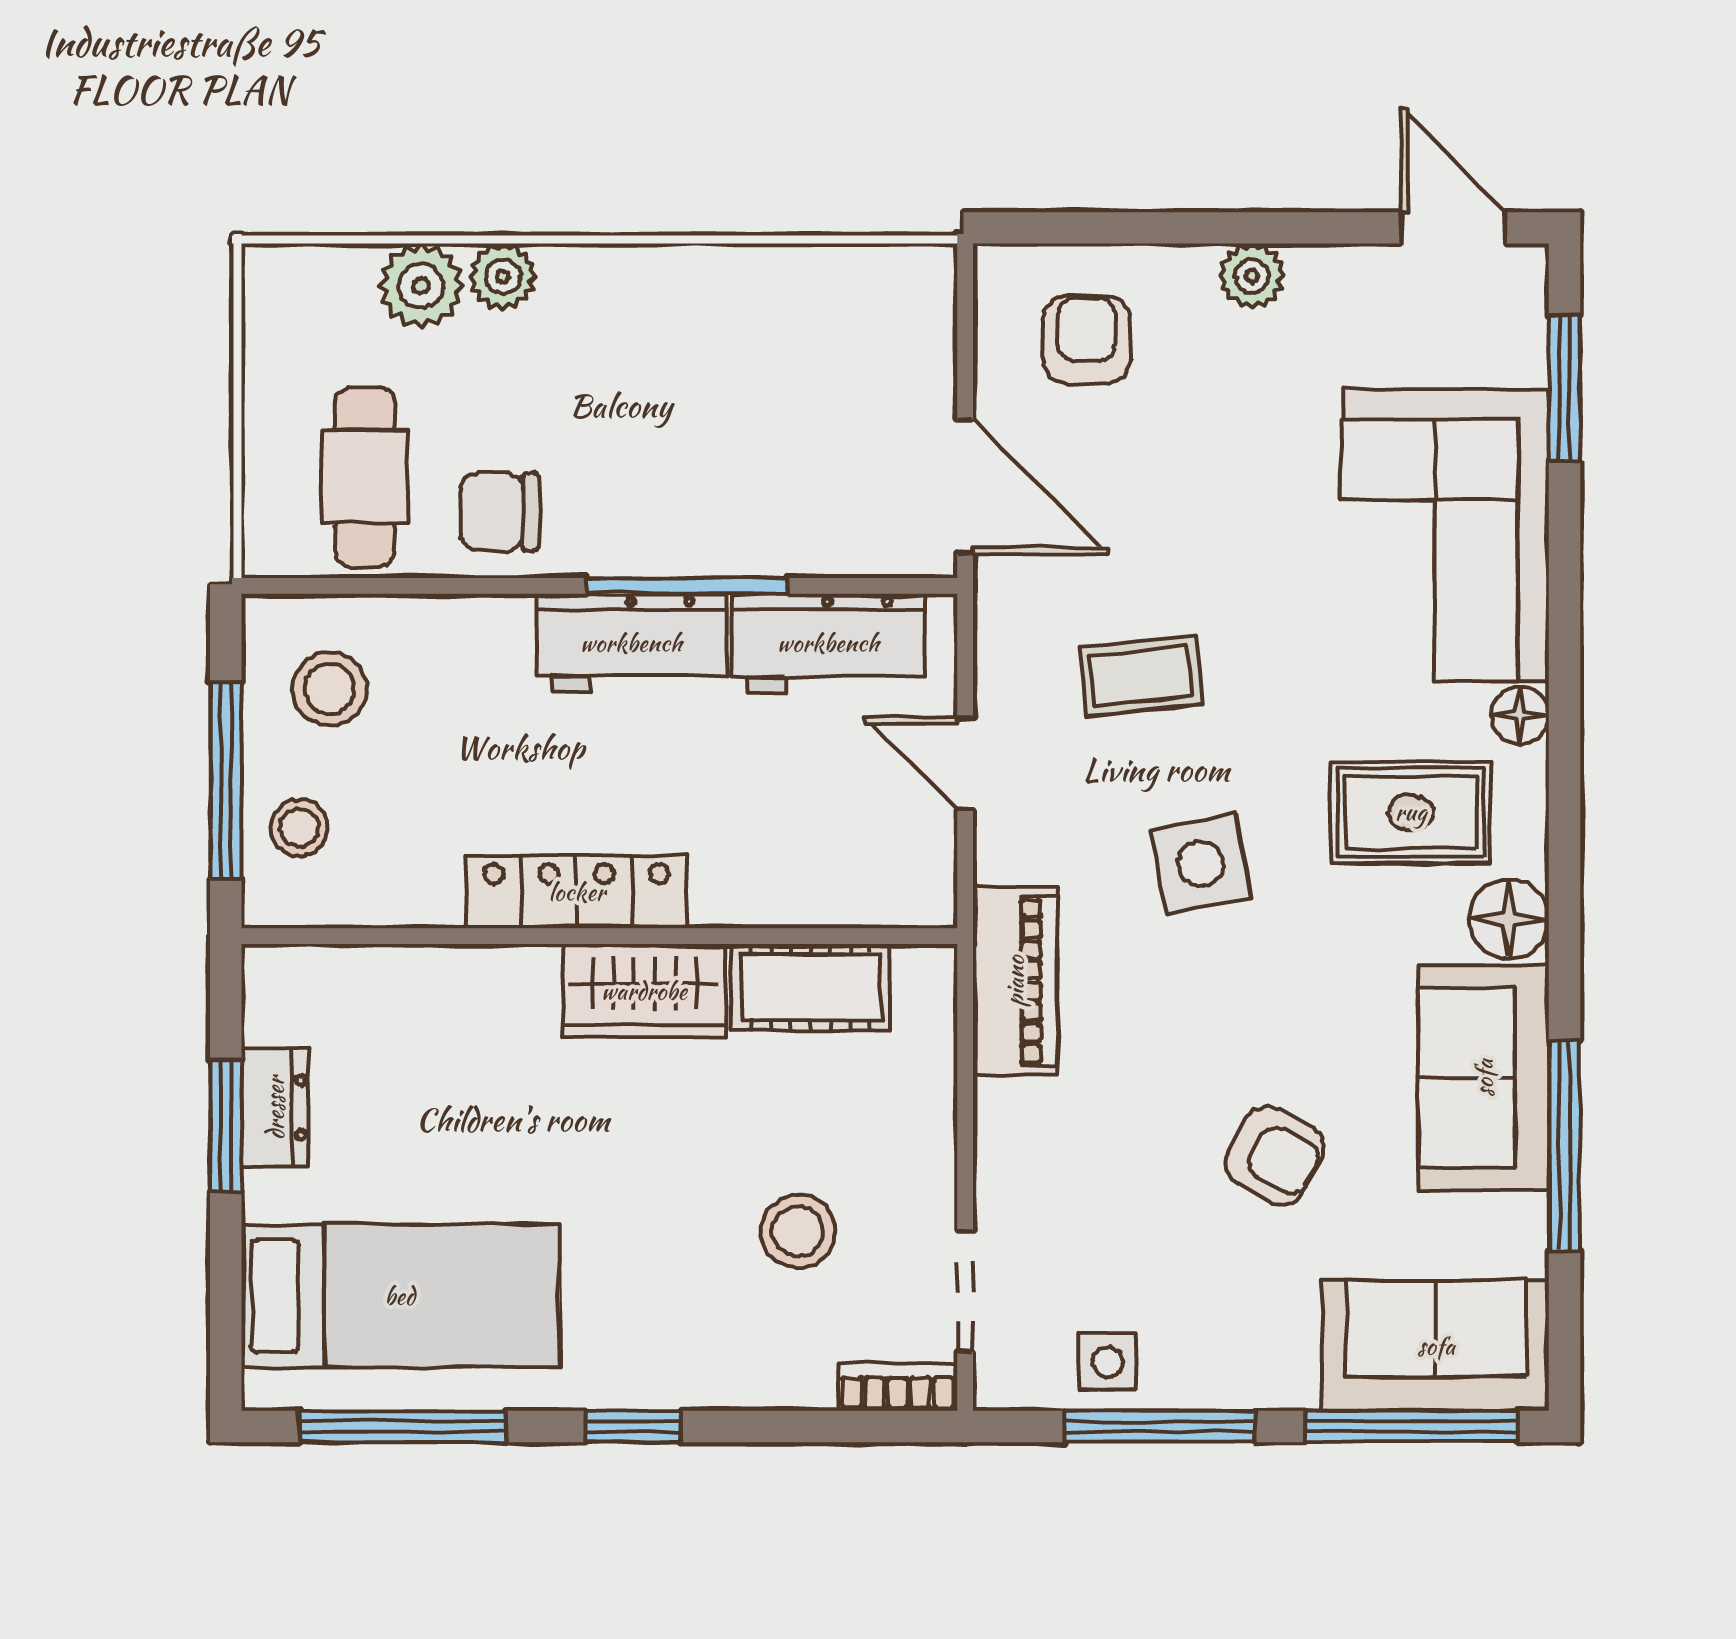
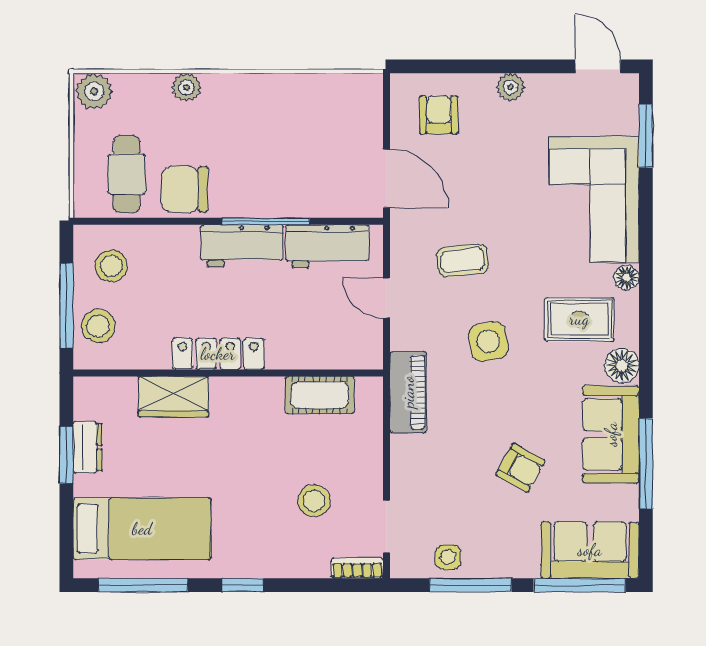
plant: (421, 286) -> (94, 91), moved
chair: (499, 512) -> (185, 189), width x1.37, depth x1.37
stool: (299, 828) -> (98, 326), width x1.37, depth x1.37
wardrobe: (644, 991) -> (173, 397), moved

